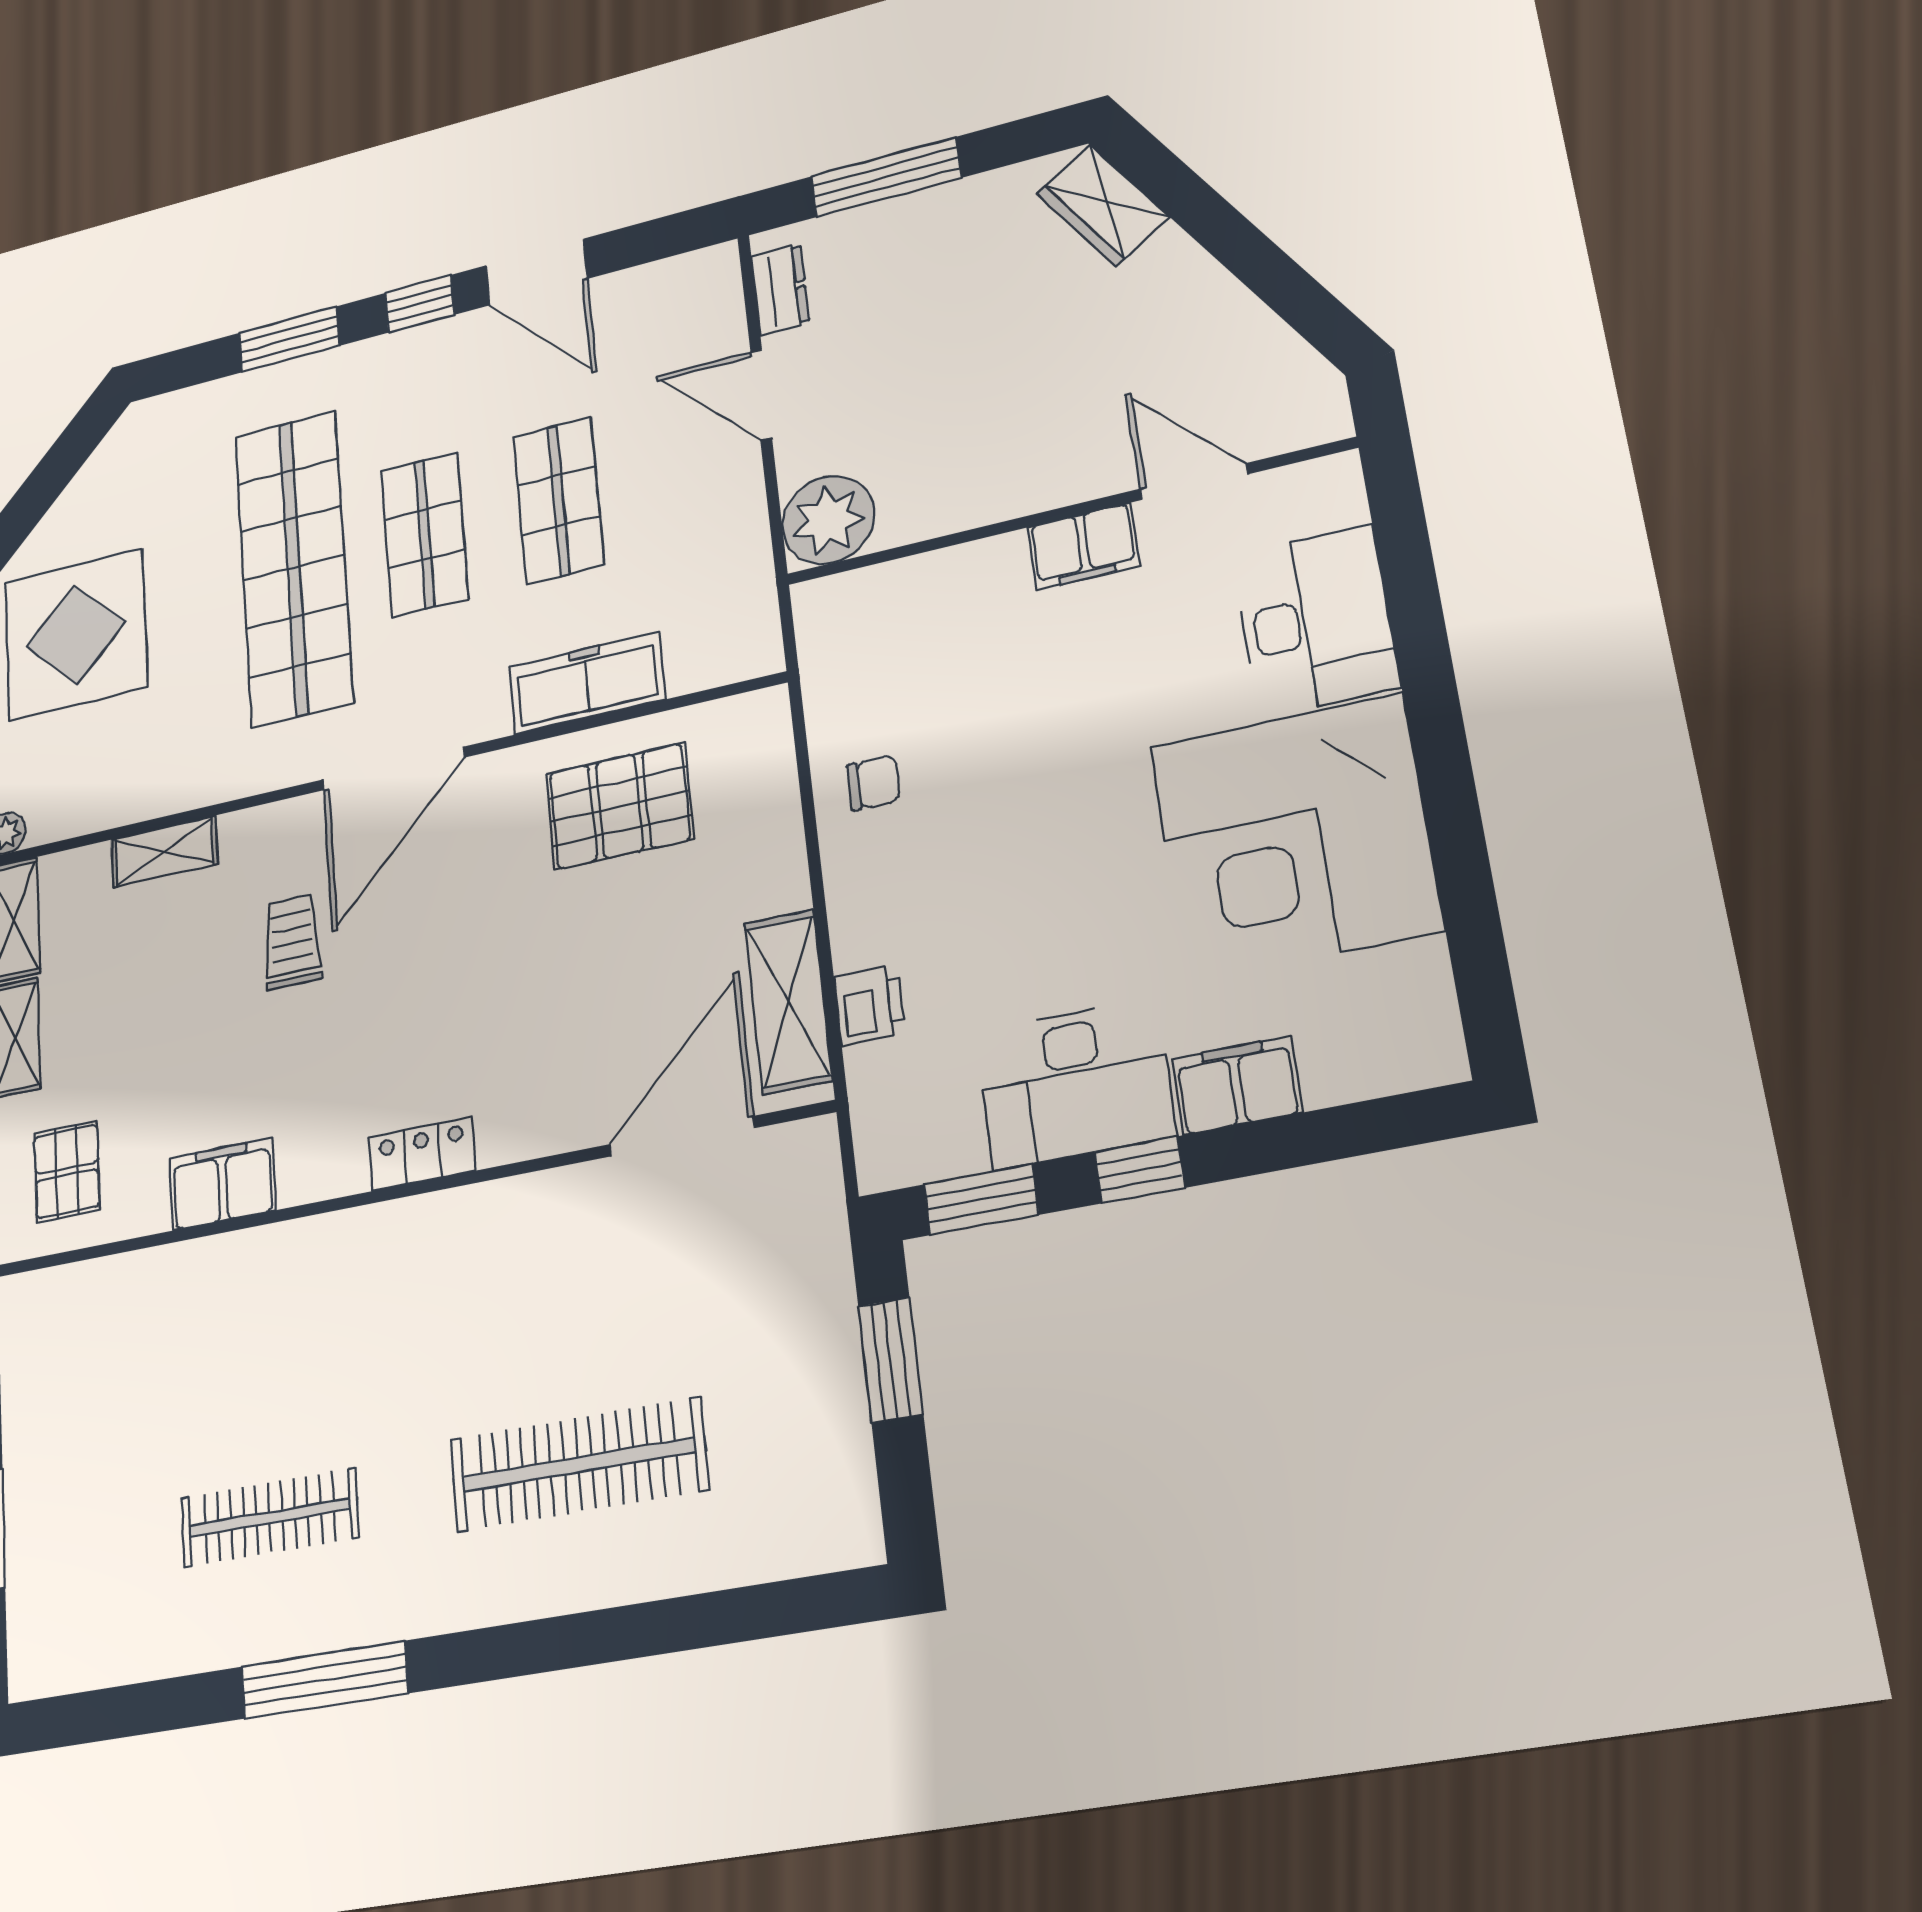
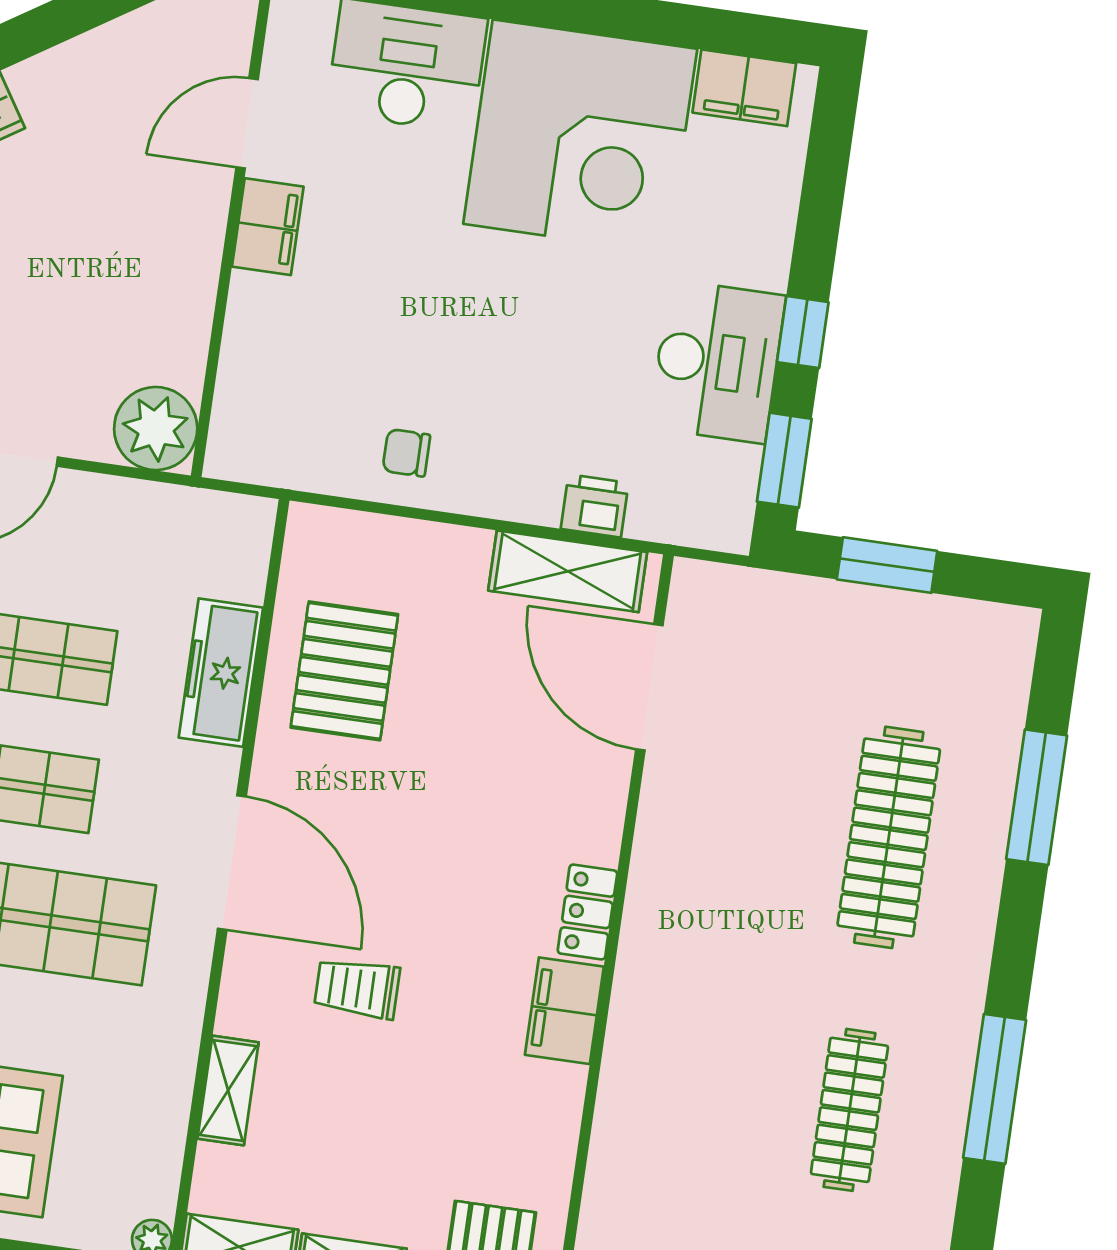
chair: (873, 783) -> (406, 453), turned -90
filing cabinet: (1237, 1086) -> (744, 88), moved, turned -90
filing cabinet: (223, 1184) -> (564, 1011), moved
window: (664, 1627) -> (1037, 797), added

